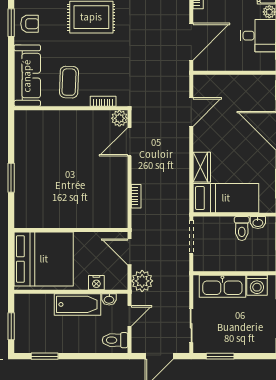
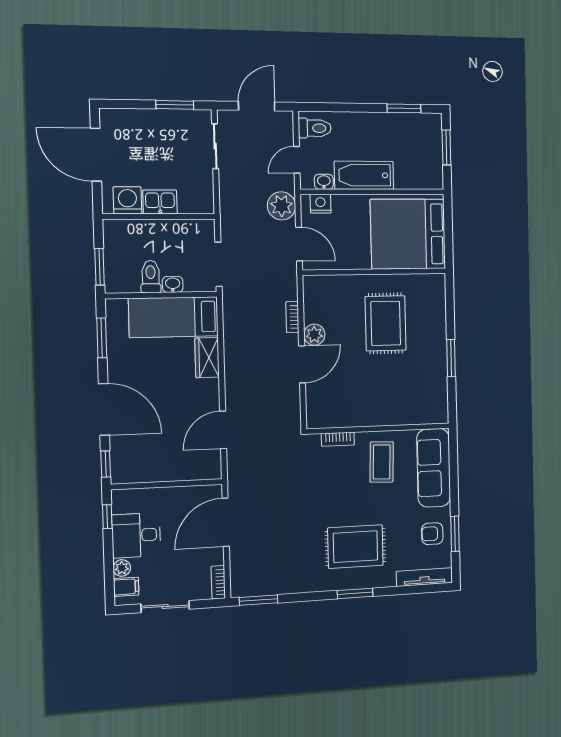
plant: (119, 118) -> (314, 335), moved
door: (129, 142) -> (302, 364), moved
window: (11, 178) -> (451, 358), moved
rug: (63, 190) -> (386, 323), added
washbasin: (258, 223) -> (173, 284), moved
nightstand: (96, 283) -> (320, 204), moved
kitchen sink: (222, 286) -> (160, 202), width x0.53, depth x0.81

